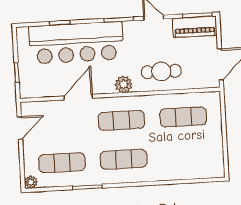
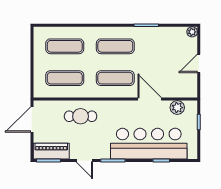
plant: (124, 84) -> (177, 108), moved
door: (78, 97) -> (150, 99), swing flipped
door: (20, 128) -> (199, 63), moved
exercise mat: (62, 163) -> (65, 46), moved

